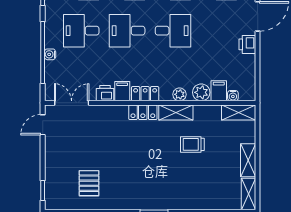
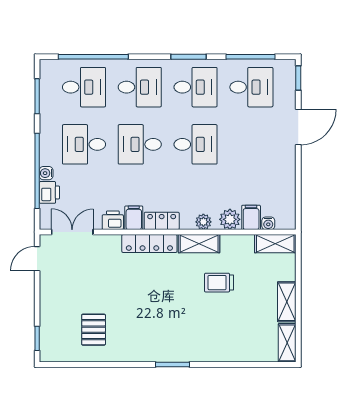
printer: (247, 44) -> (49, 192), moved, turned 180
locker: (143, 112) -> (149, 243), width x1.53

